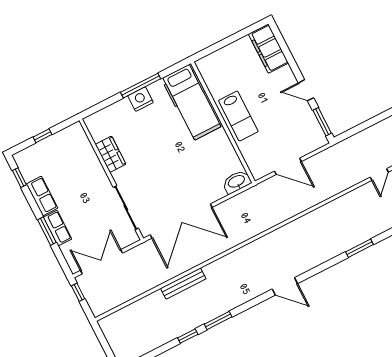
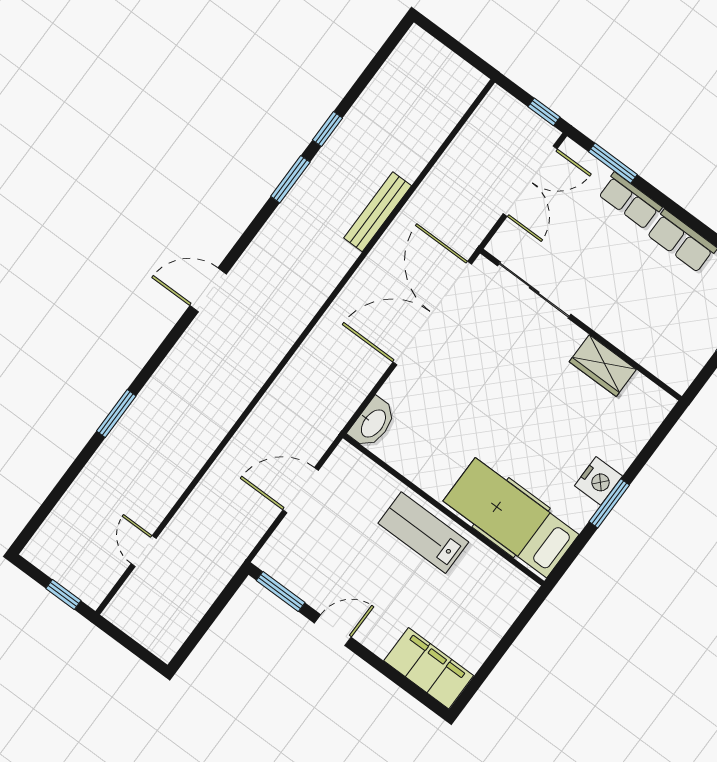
window: (141, 86) -> (609, 503), width x0.69
window: (47, 231) -> (613, 163), moved

